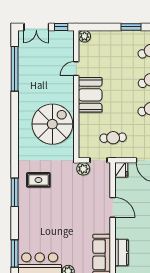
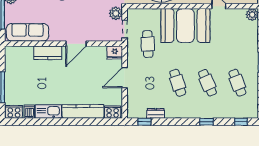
booth: (90, 95) -> (185, 26), width x1.36, depth x1.42
kitchen counter: (122, 252) -> (48, 53), moved

